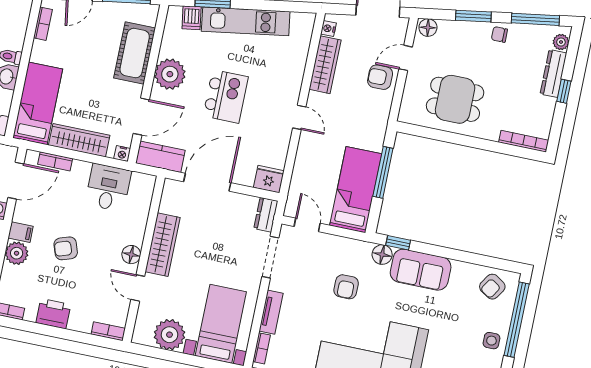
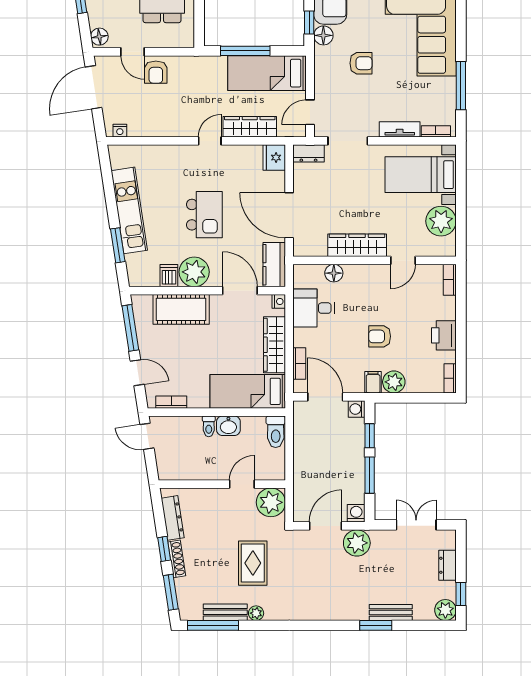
dishwasher: (192, 18) -> (169, 276), moved, turned -81
wardrobe: (325, 65) -> (250, 127), moved
kitchen island: (226, 96) -> (204, 215), turned 90
armchair: (66, 248) -> (380, 336), turned 109
floor lamp: (131, 255) -> (334, 273), moved

